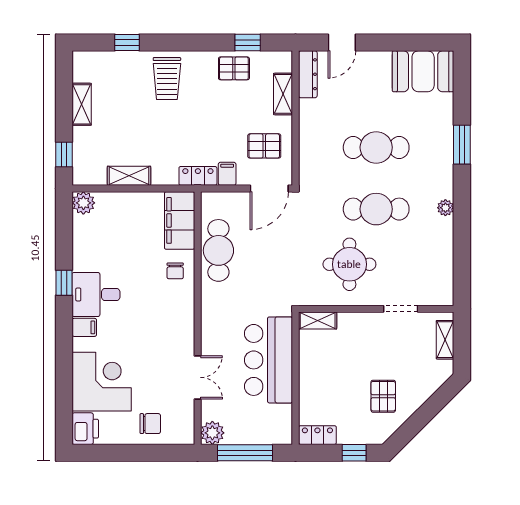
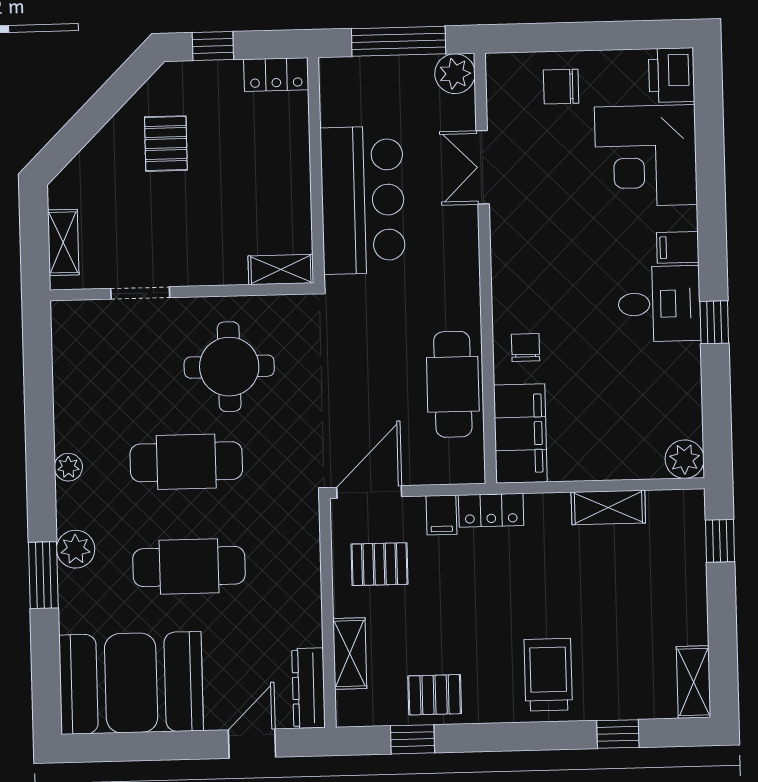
booth: (423, 71) -> (131, 683), width x1.36, depth x1.42
shelving: (82, 104) -> (694, 682), moved
plant: (442, 159) -> (76, 549), added

